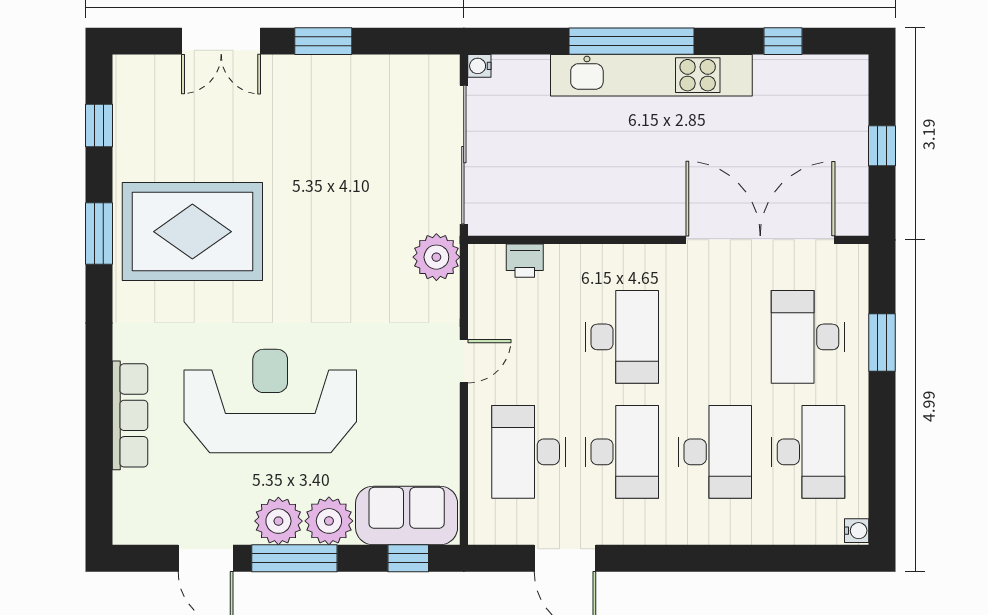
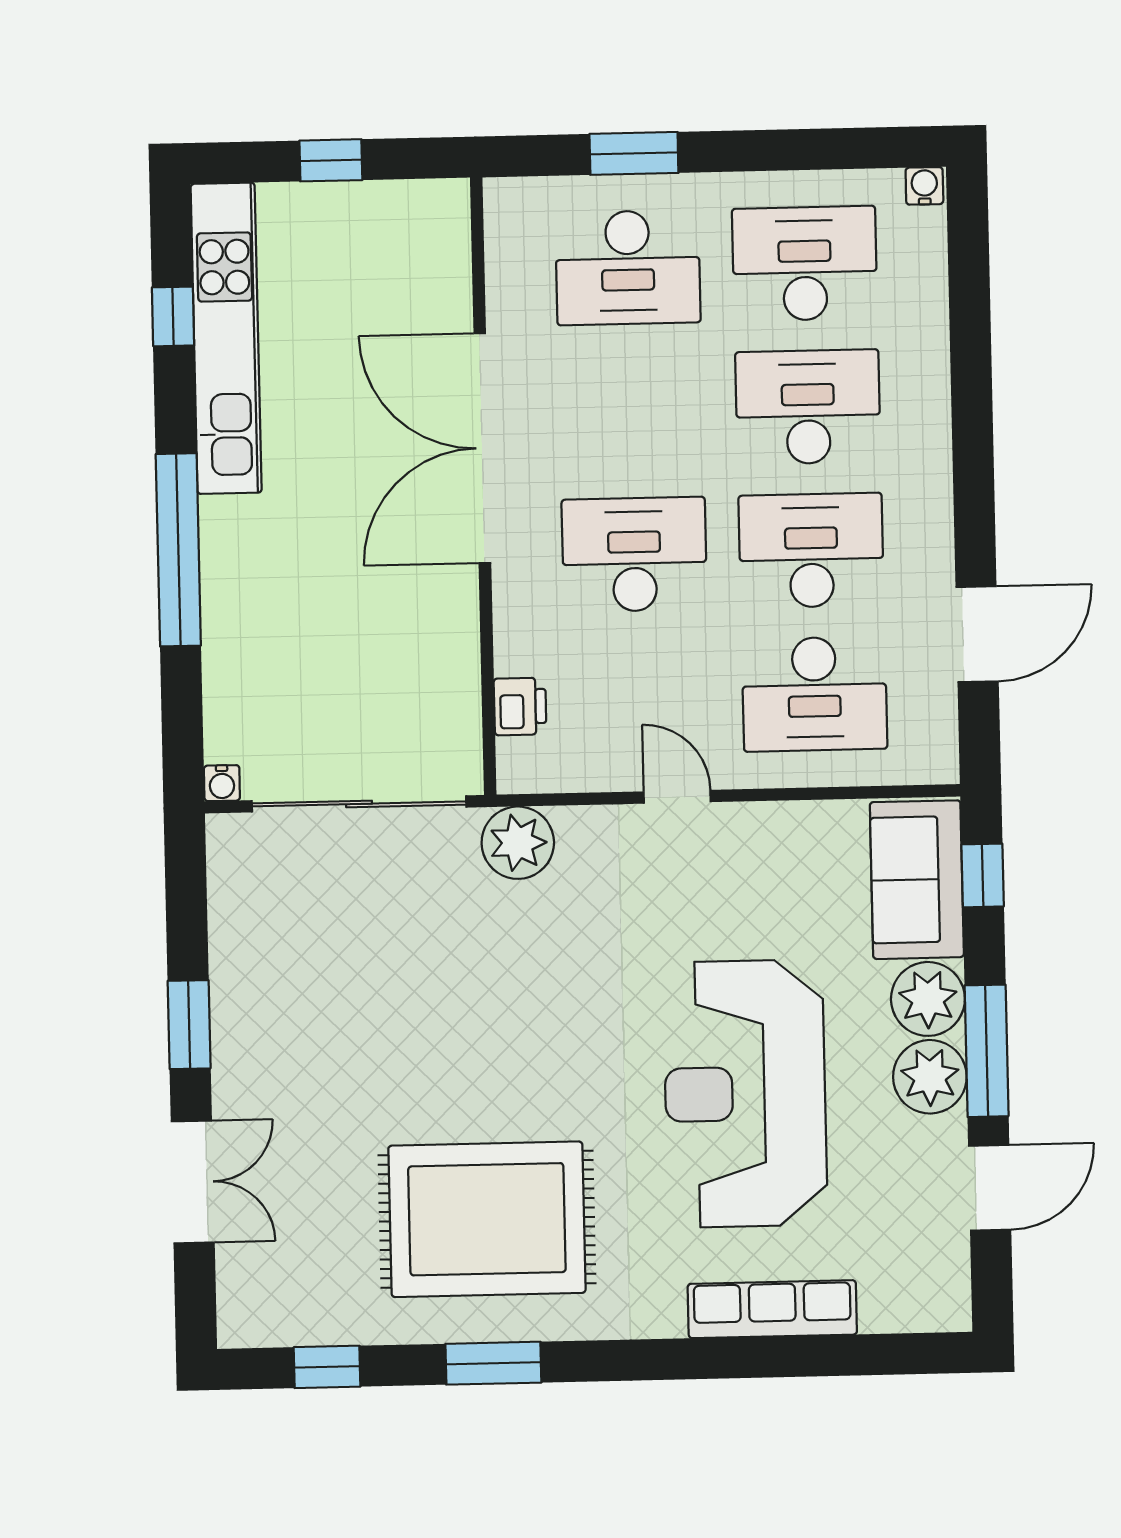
kitchen unit: (651, 75) -> (226, 338), moved
rug: (192, 232) -> (487, 1219), turned 90
double door: (760, 240) -> (482, 448), moved

